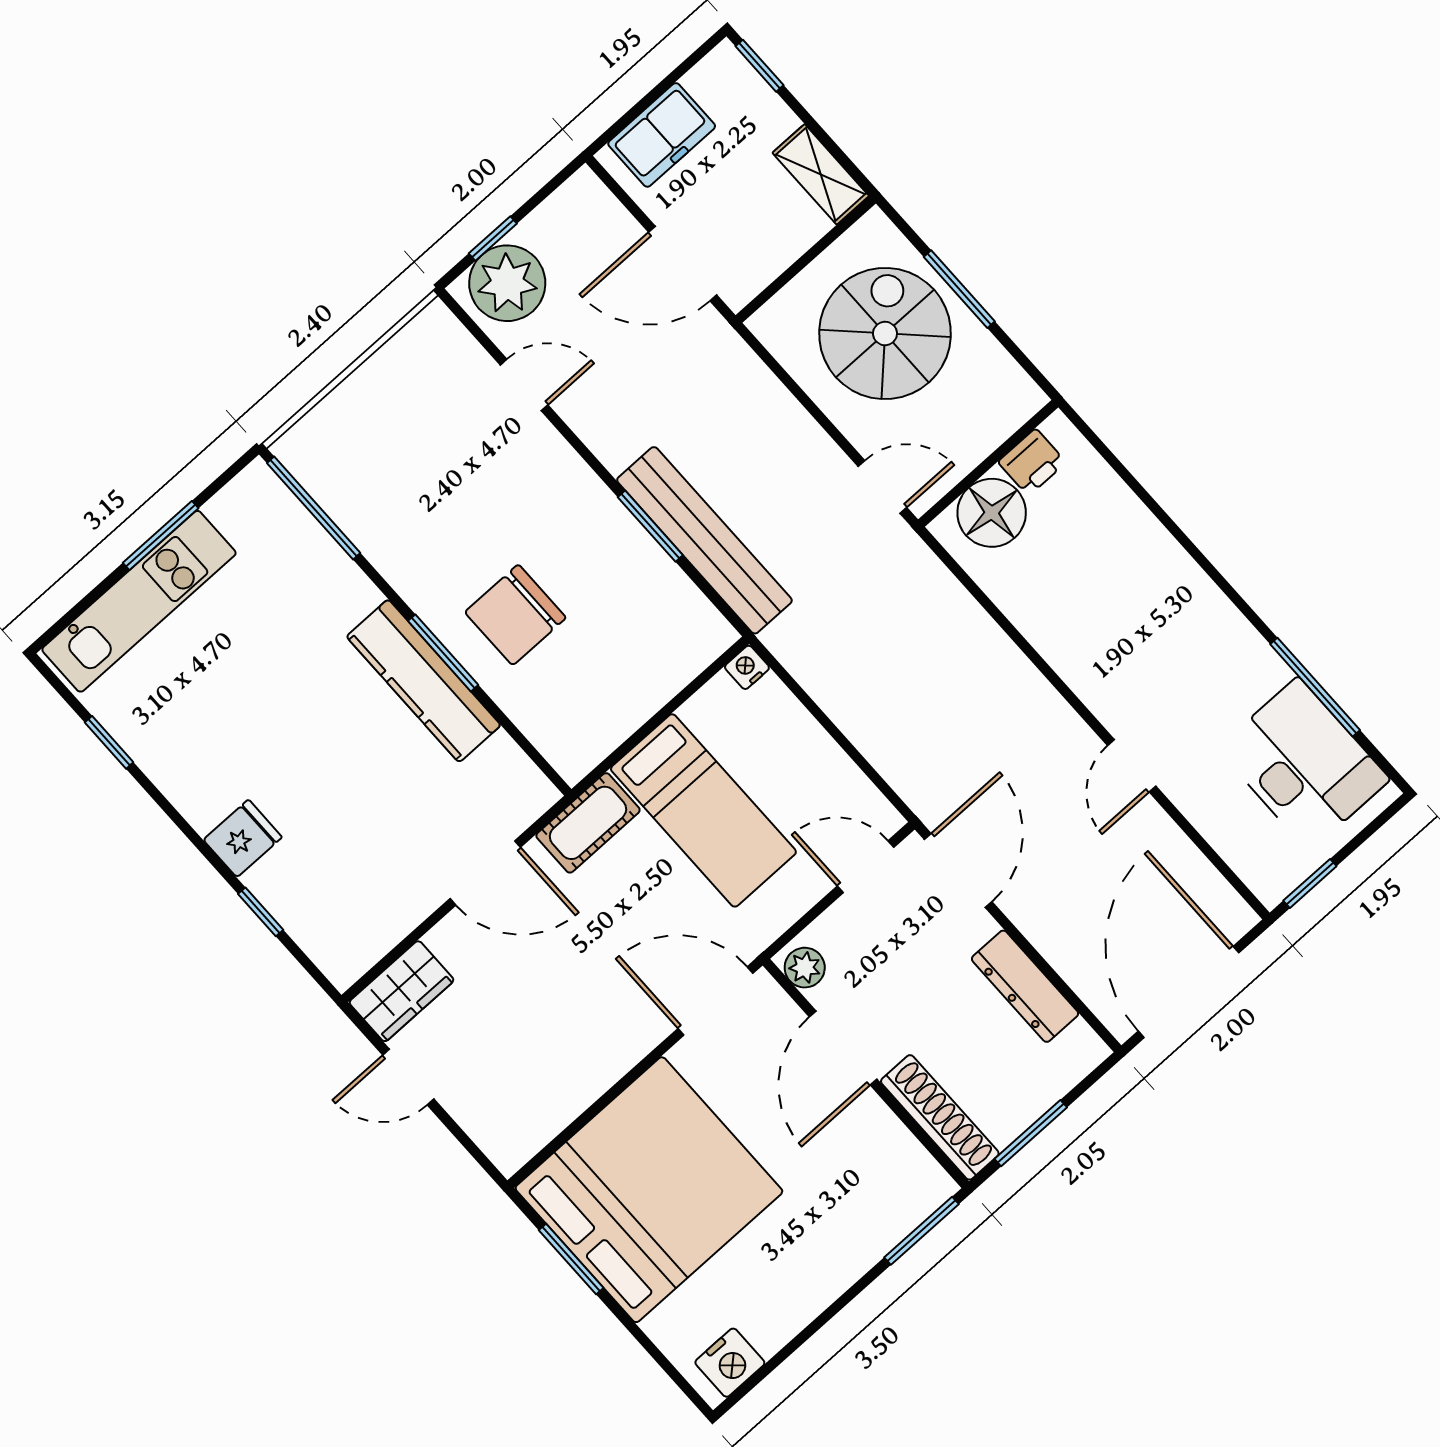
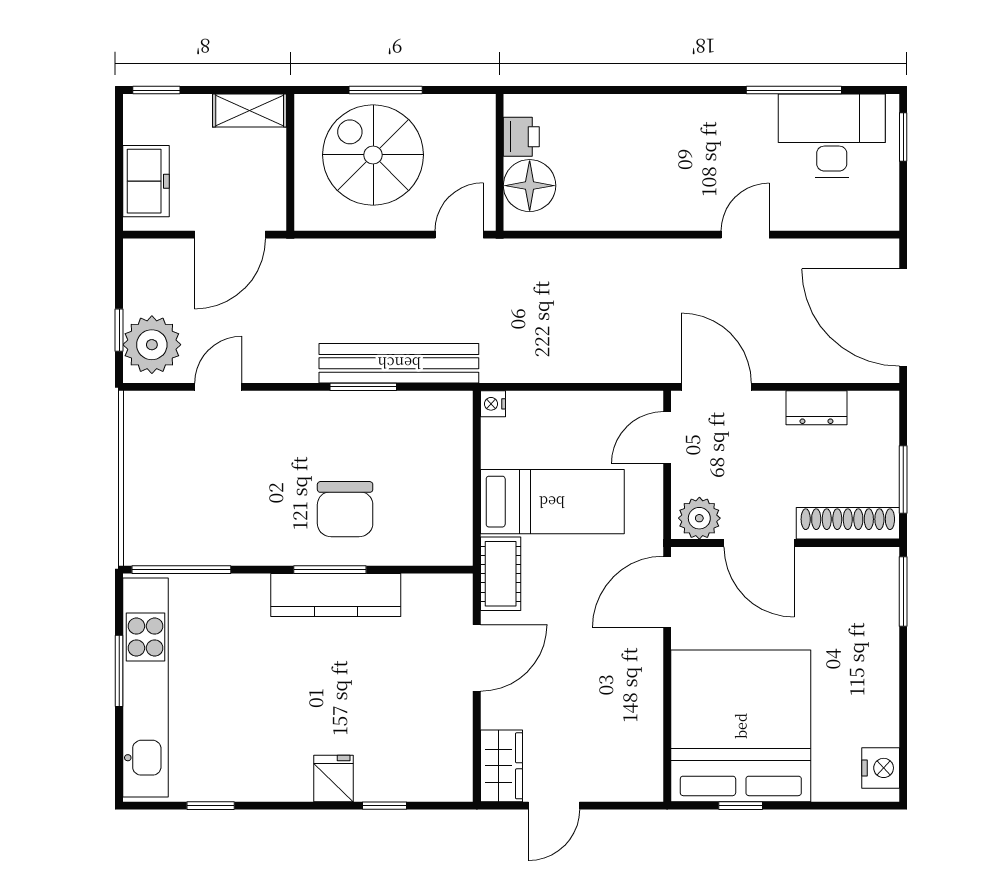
kitchen unit: (139, 601) -> (145, 687), width x1.36
door: (1132, 766) -> (745, 235), swing flipped
window: (1310, 883) -> (903, 137), moved
plant: (805, 968) -> (699, 518), width x1.38, depth x1.38
dresser: (1025, 986) -> (816, 408), width x0.70
window: (571, 1259) -> (741, 806), width x0.67

